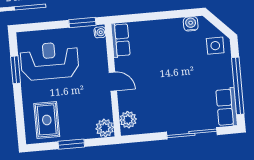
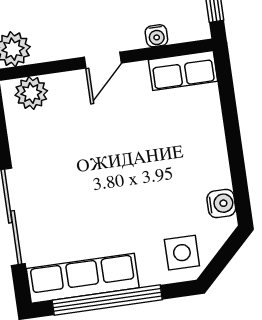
water cooler: (100, 32) -> (156, 36), moved
row of seats: (227, 107) -> (83, 278), width x1.48

